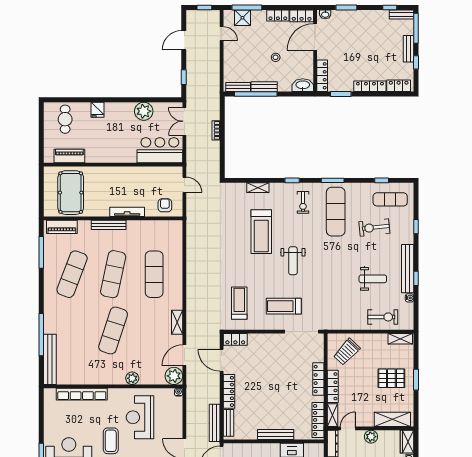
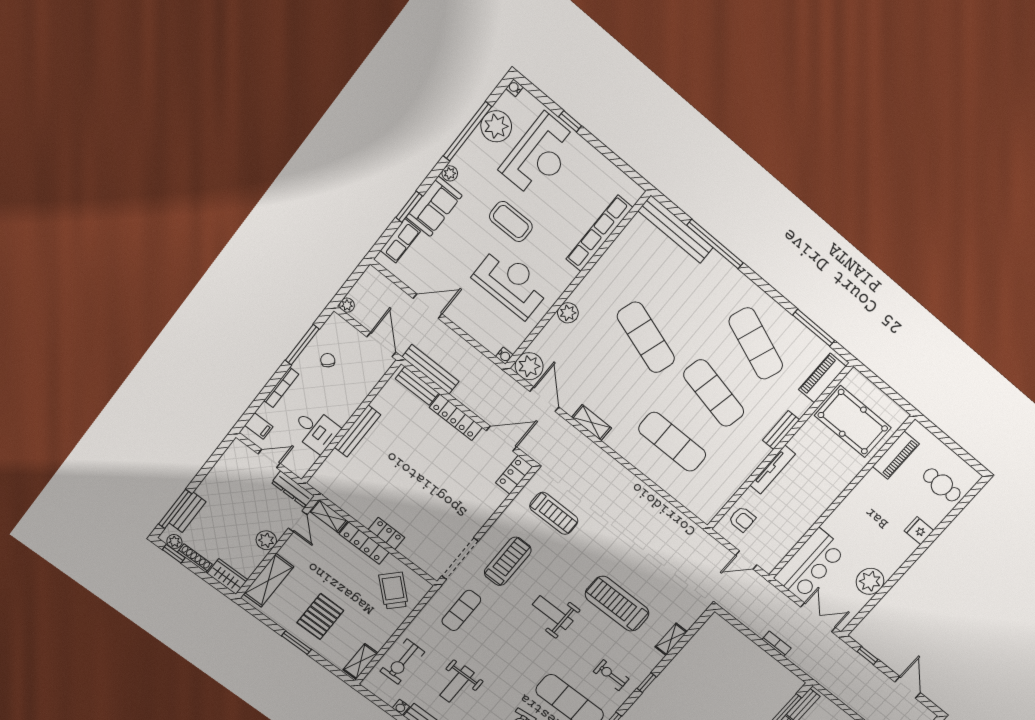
bench: (109, 225) -> (781, 430), width x0.73
exercise mat: (330, 309) -> (461, 610), added
locker: (318, 379) -> (386, 534), width x0.66
locker: (318, 420) -> (336, 495), removed

